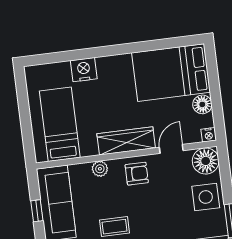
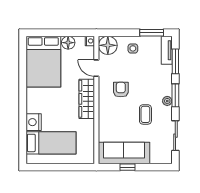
bed: (60, 124) -> (51, 143), moved, turned 180
plant: (100, 169) -> (104, 120), removed
armchair: (137, 174) -> (121, 90), moved
side table: (206, 197) -> (133, 48), width x0.54, depth x0.54

